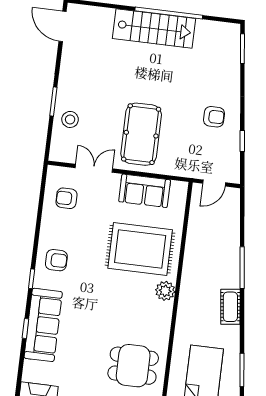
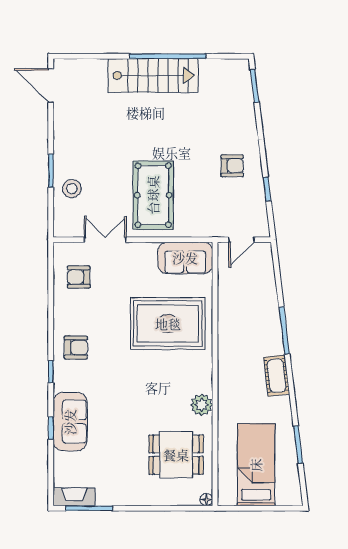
sofa: (145, 191) -> (185, 258), moved
plant: (165, 291) -> (202, 405), moved
sofa: (43, 325) -> (70, 422), width x0.73

